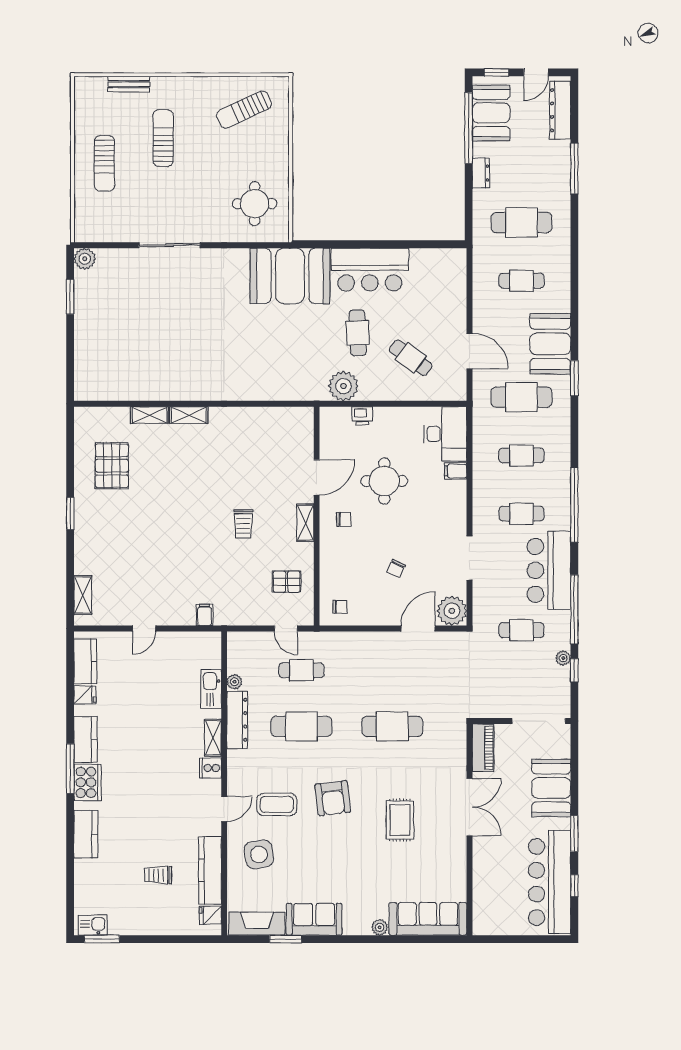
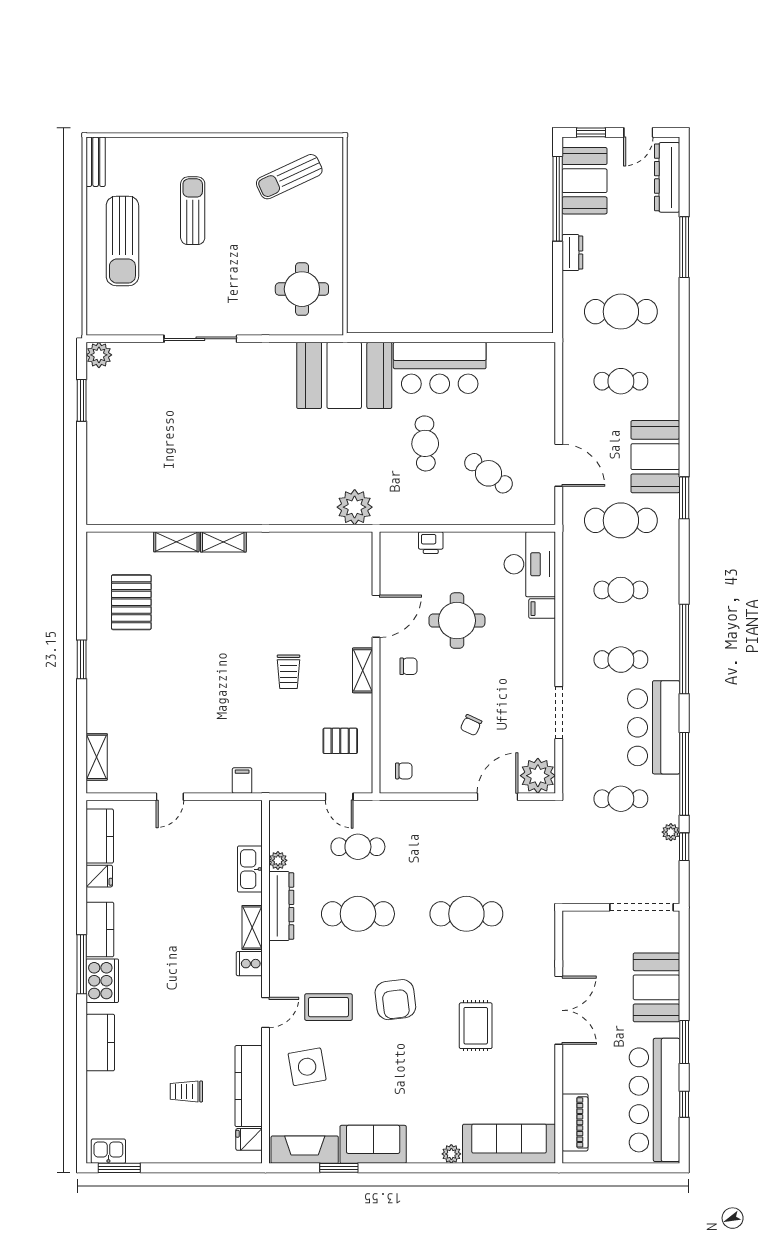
bench: (129, 84) -> (96, 162), moved, turned 90
sun lounger: (104, 163) -> (122, 241), width x1.36, depth x1.34
plant: (343, 386) -> (355, 507), moved
piano: (483, 748) -> (575, 1122), moved

